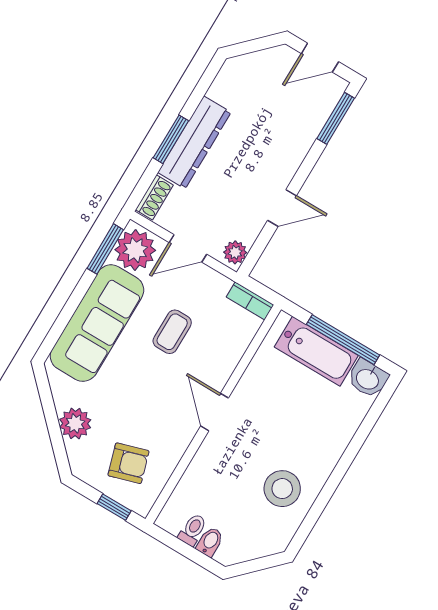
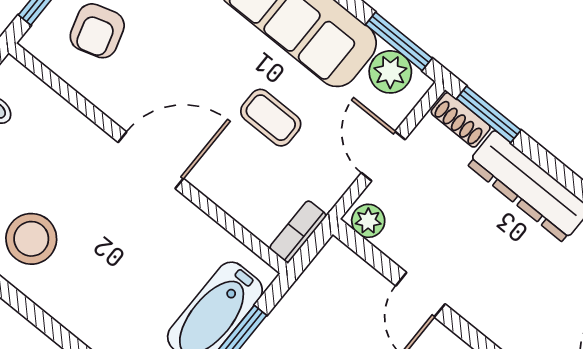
window: (171, 139) -> (489, 114), moved
plant: (135, 250) -> (390, 72), width x0.73, depth x0.73
door: (215, 412) -> (151, 160), width x1.38

